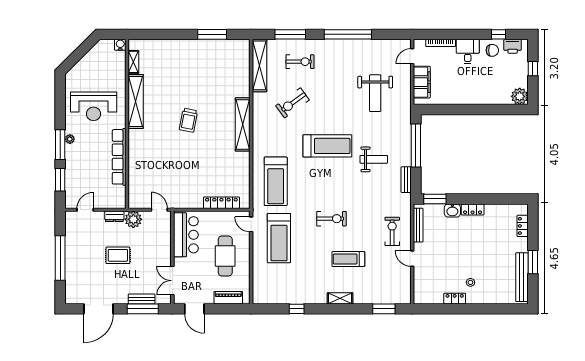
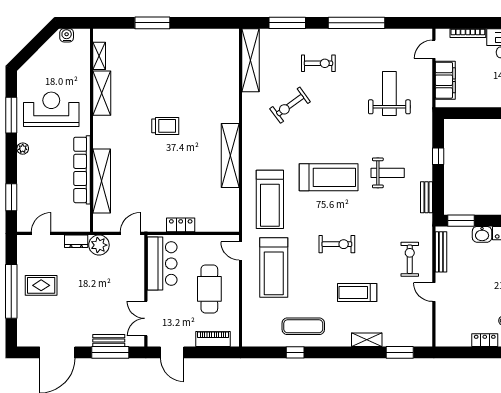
window: (212, 34) -> (152, 23), moved
water cooler: (120, 45) -> (67, 35), moved
exercise bike: (300, 62) -> (318, 63), moved
weight bench: (375, 93) -> (389, 93), turned 180
shelving: (136, 101) -> (102, 93), width x0.68
reception desk: (94, 106) -> (51, 109), turned 180
trolley: (188, 120) -> (165, 126), turned -101
shelving: (243, 124) -> (230, 155), moved
window: (60, 145) -> (11, 115), moved
window: (416, 145) -> (438, 156), width x0.32
treadmill: (327, 146) -> (329, 177), moved
shelving: (136, 166) -> (102, 181), added
locker: (221, 203) -> (181, 225), moved, width x0.66
door: (159, 210) -> (130, 233), hinge flipped
rug: (118, 255) -> (41, 285), moved
exercise mat: (303, 287) -> (303, 326), added
shelving: (340, 298) -> (367, 340), moved

